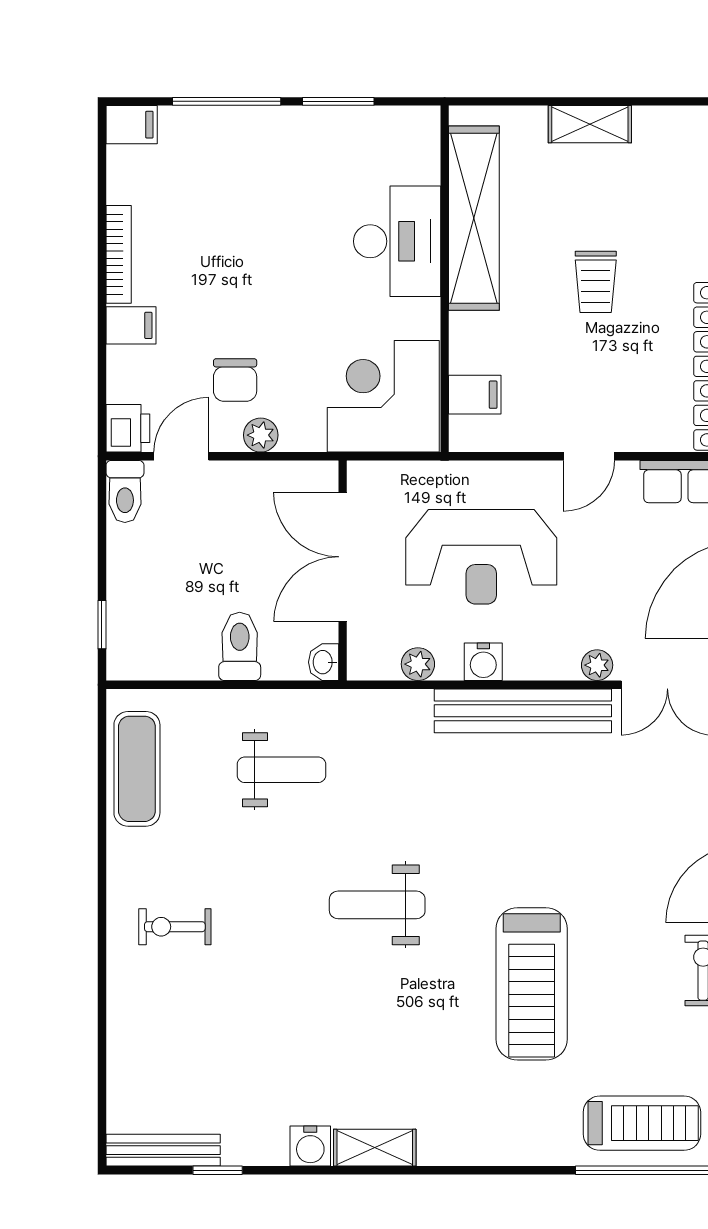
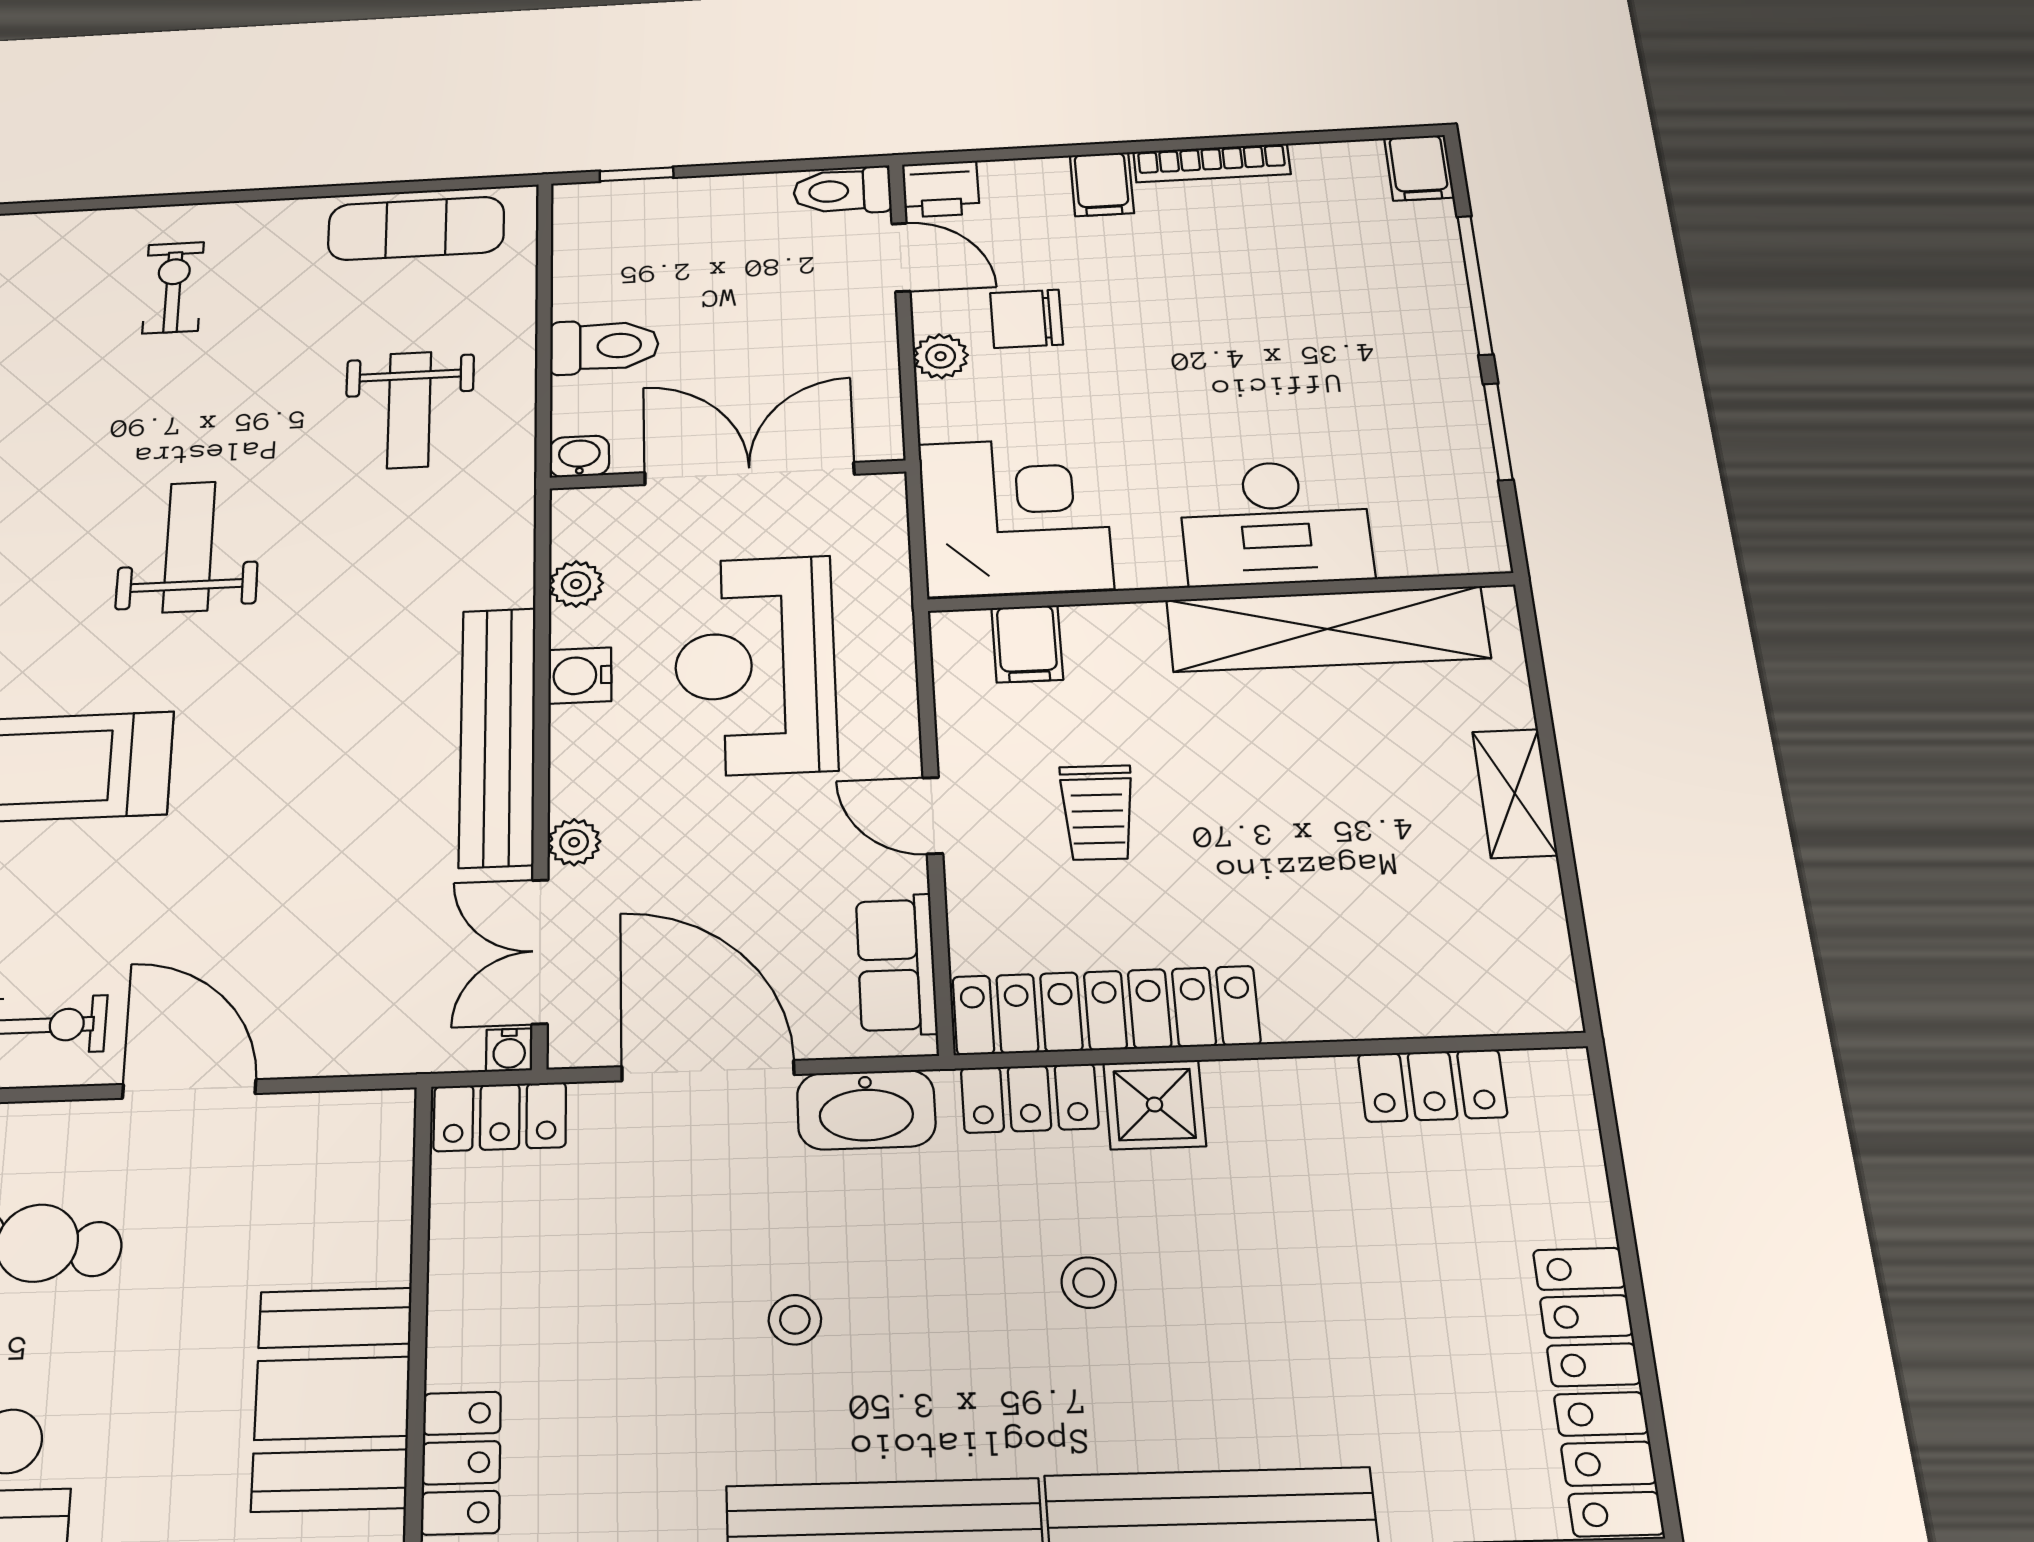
trolley: (596, 282) -> (1098, 812), moved, turned -89

